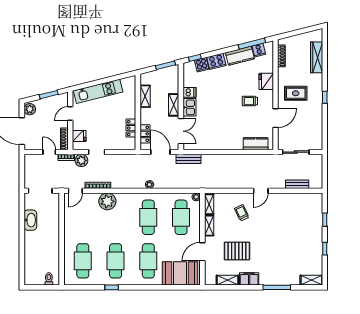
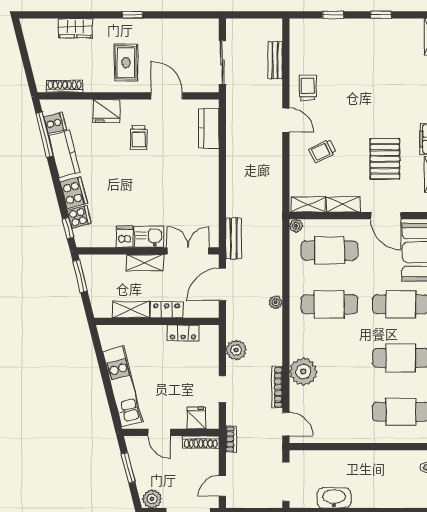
wardrobe: (317, 57) -> (75, 28), width x0.67
locker: (145, 134) -> (167, 310), moved
door: (49, 152) -> (222, 486), moved
plant: (81, 160) -> (236, 350), moved
trolley: (280, 204) -> (308, 88), added

